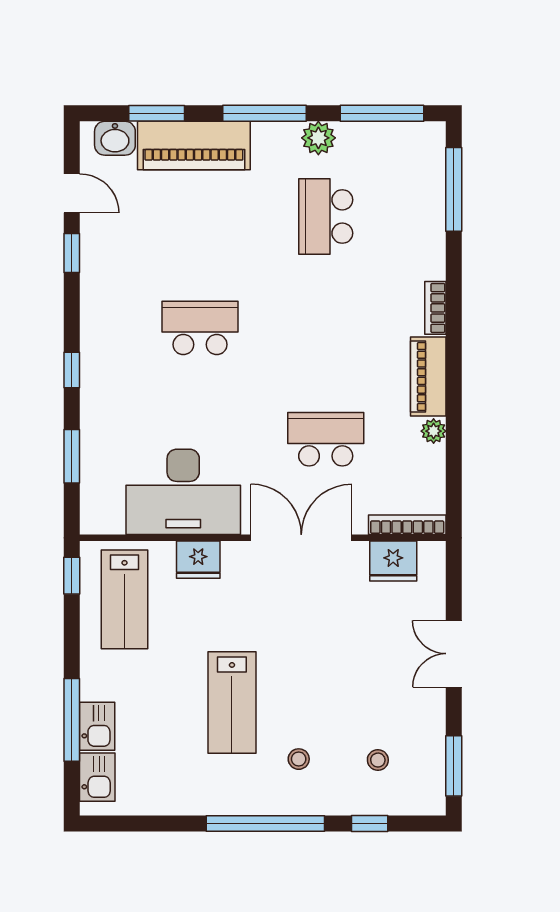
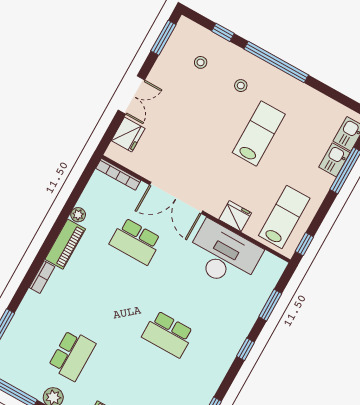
fridge: (393, 561) -> (128, 135), moved, turned 90

